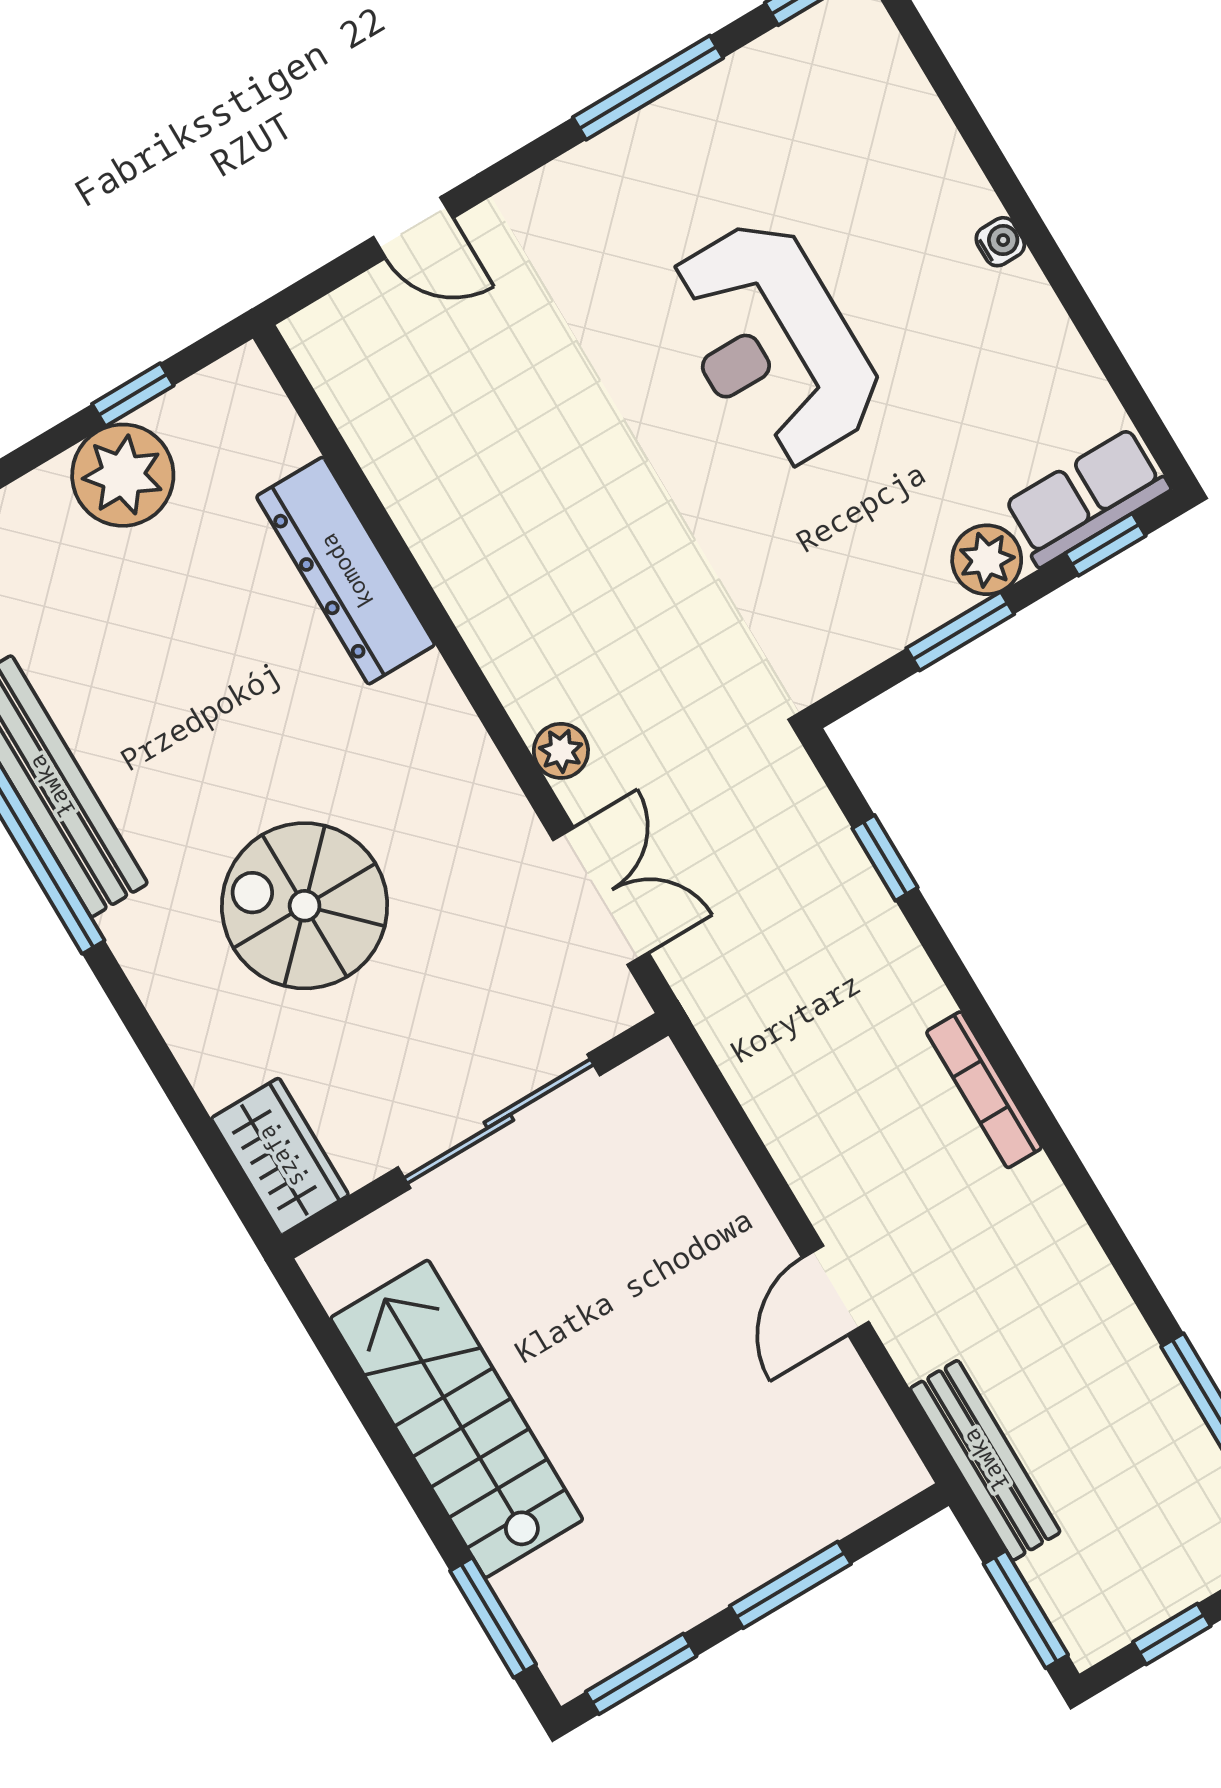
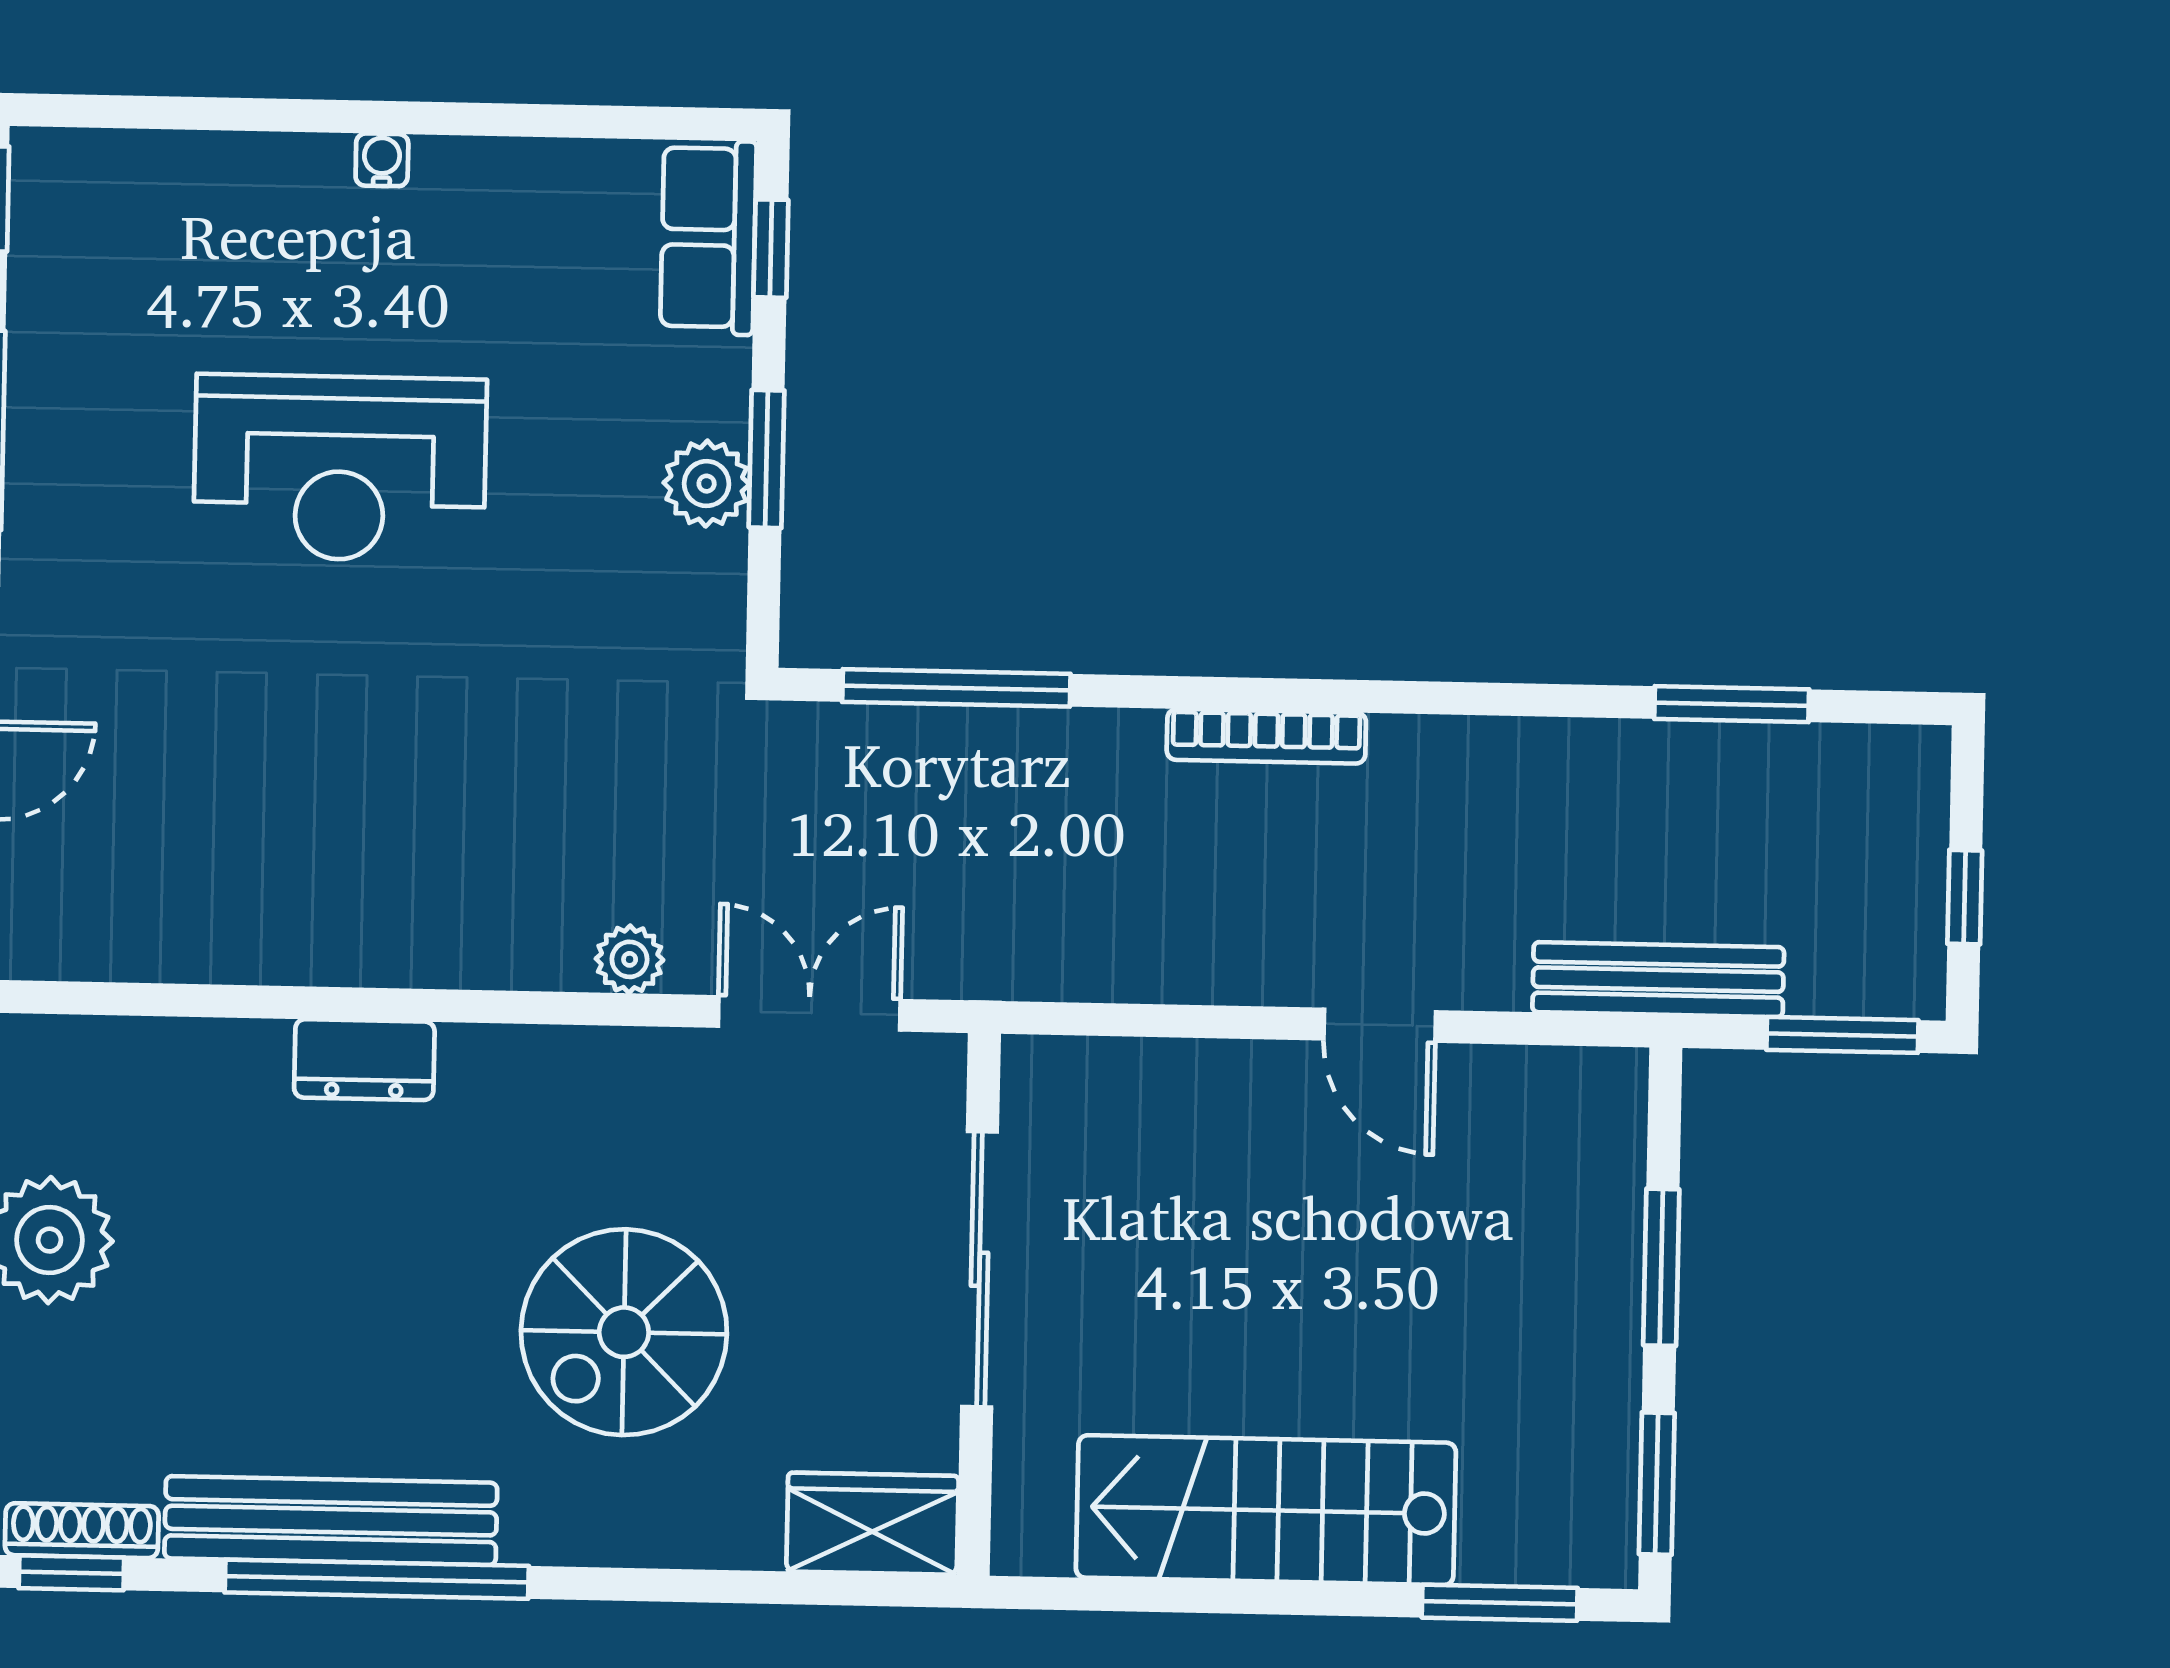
plant: (987, 560) -> (707, 484), moved
dresser: (346, 571) -> (364, 1060), width x0.51, depth x0.80
window: (885, 858) -> (956, 688), width x2.17

